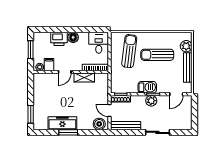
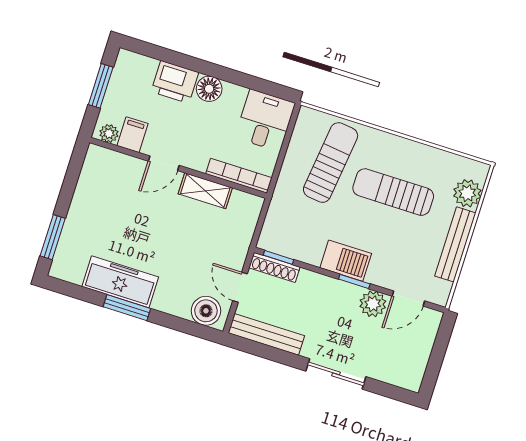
plant: (151, 101) -> (373, 304), moved

